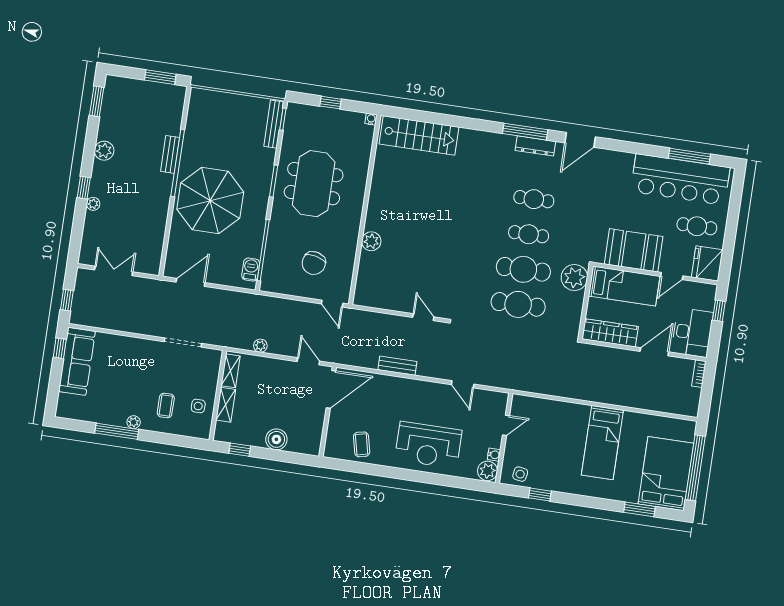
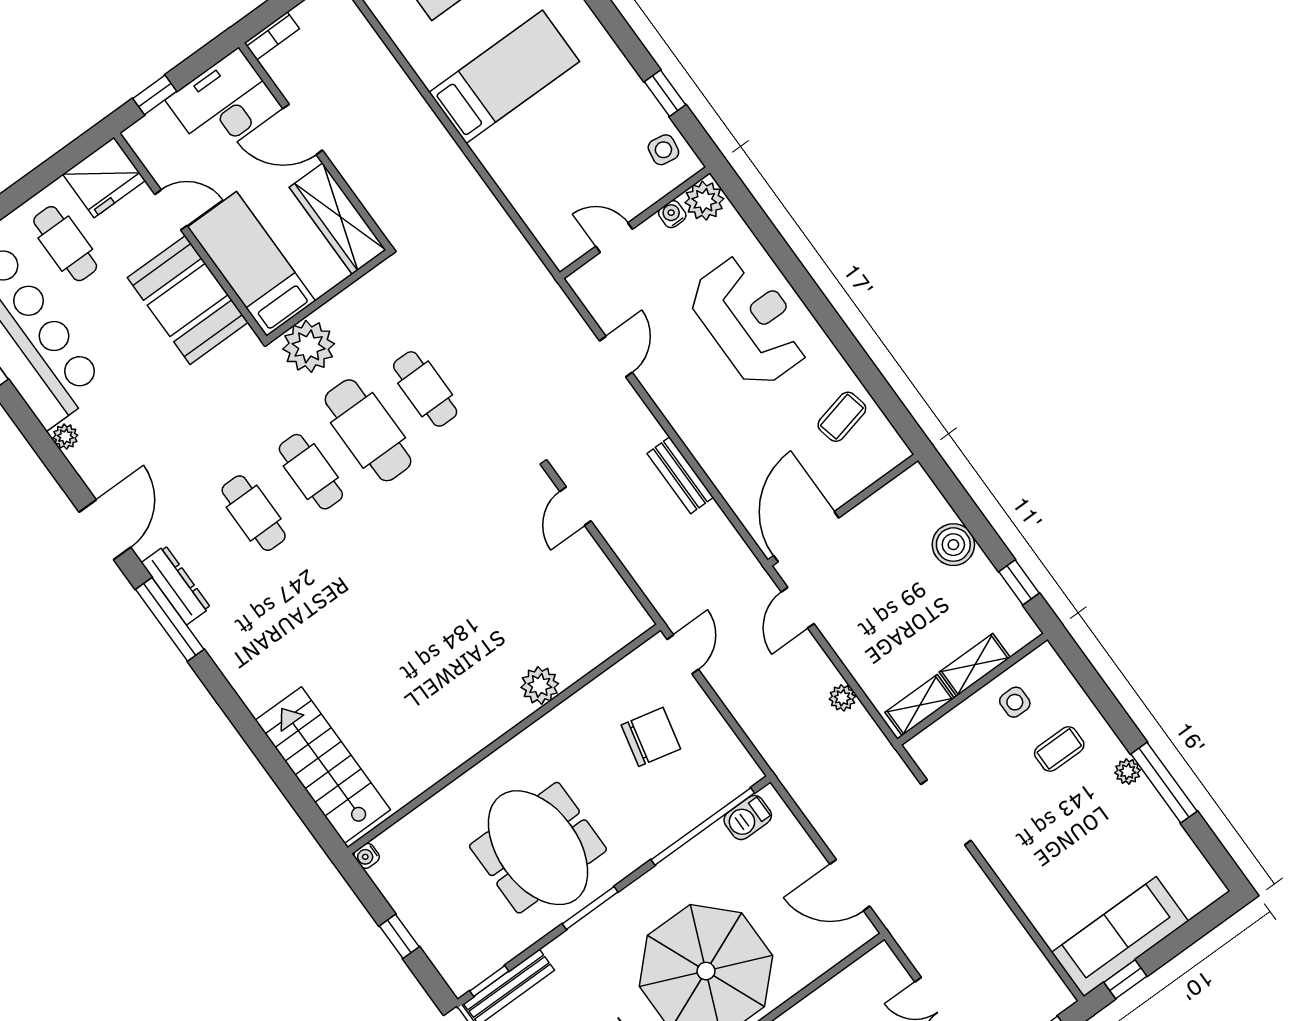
door: (580, 140) -> (105, 530), hinge flipped
plant: (628, 158) -> (65, 437), added
meeting table: (314, 184) -> (538, 848), turned 90
cafe table: (518, 304) -> (425, 389), width x0.73, depth x0.74
door: (331, 389) -> (806, 537), hinge flipped

